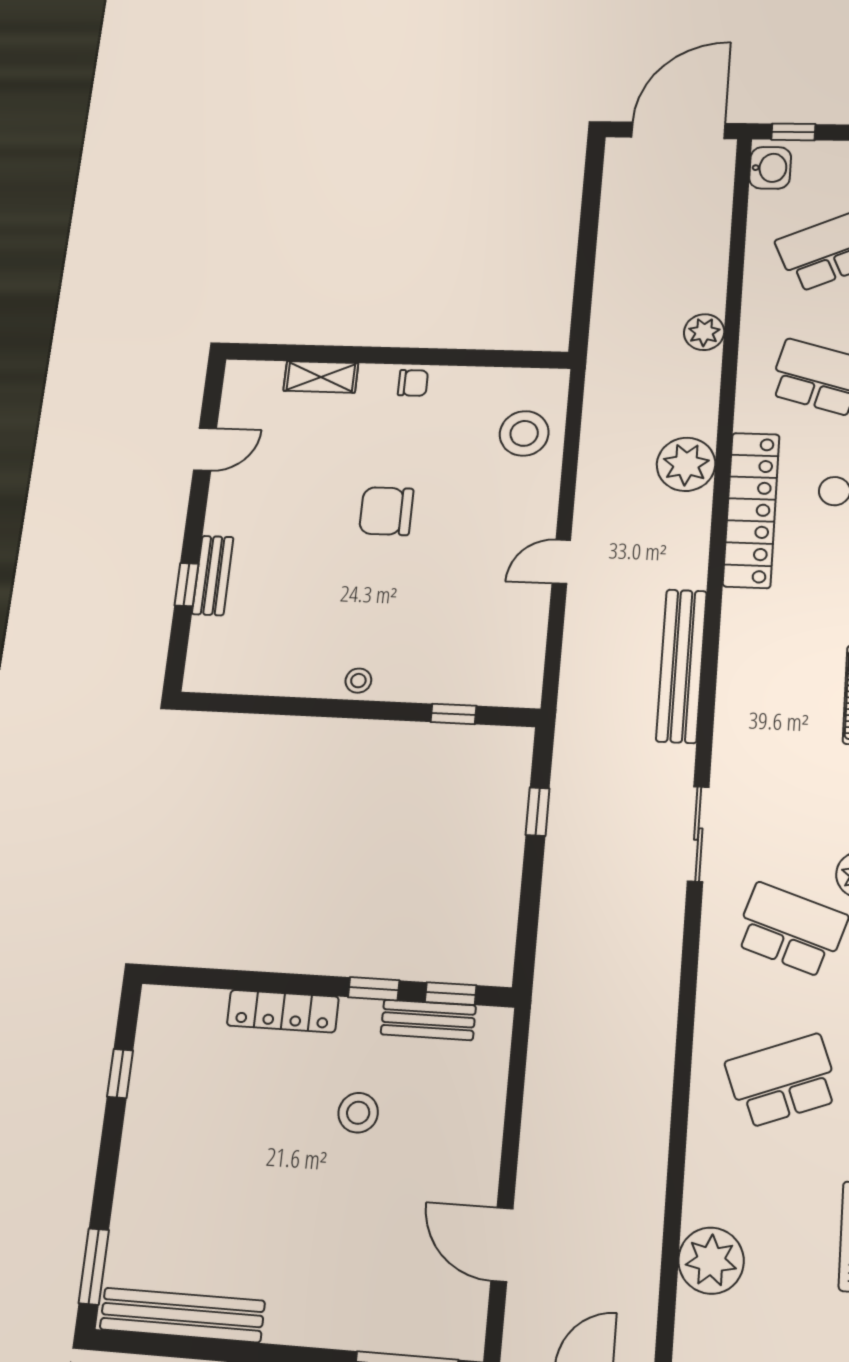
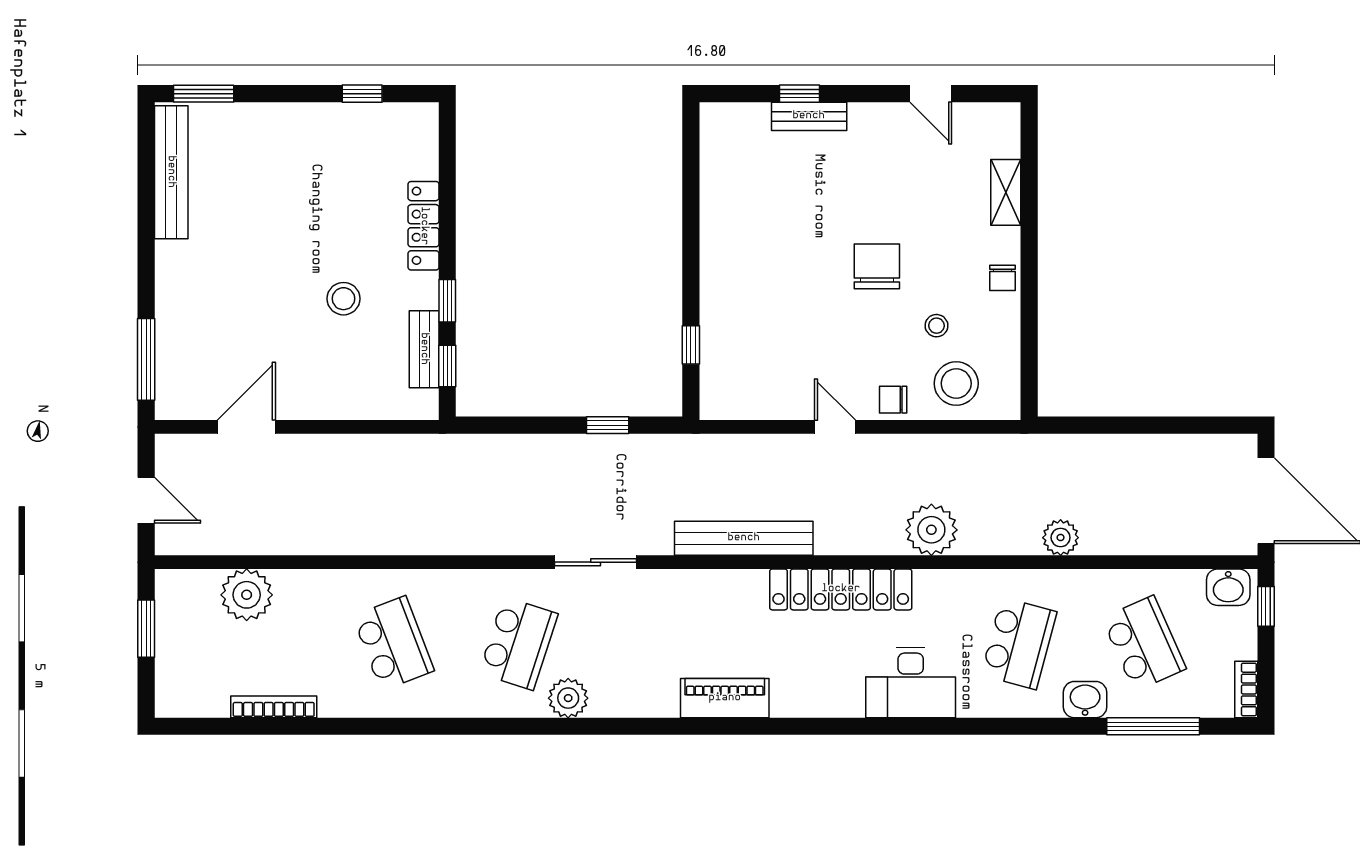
chair: (536, 499) -> (893, 400), added
locker: (751, 510) -> (841, 589), moved
stool: (358, 681) -> (936, 326), moved

